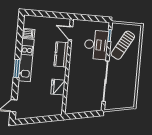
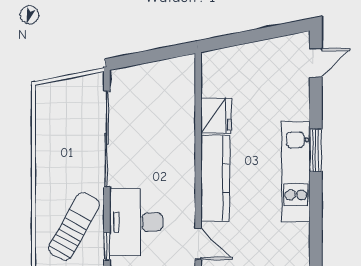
dishwasher: (28, 33) -> (296, 234), removed
kitchen counter: (61, 54) -> (215, 178), width x1.50

